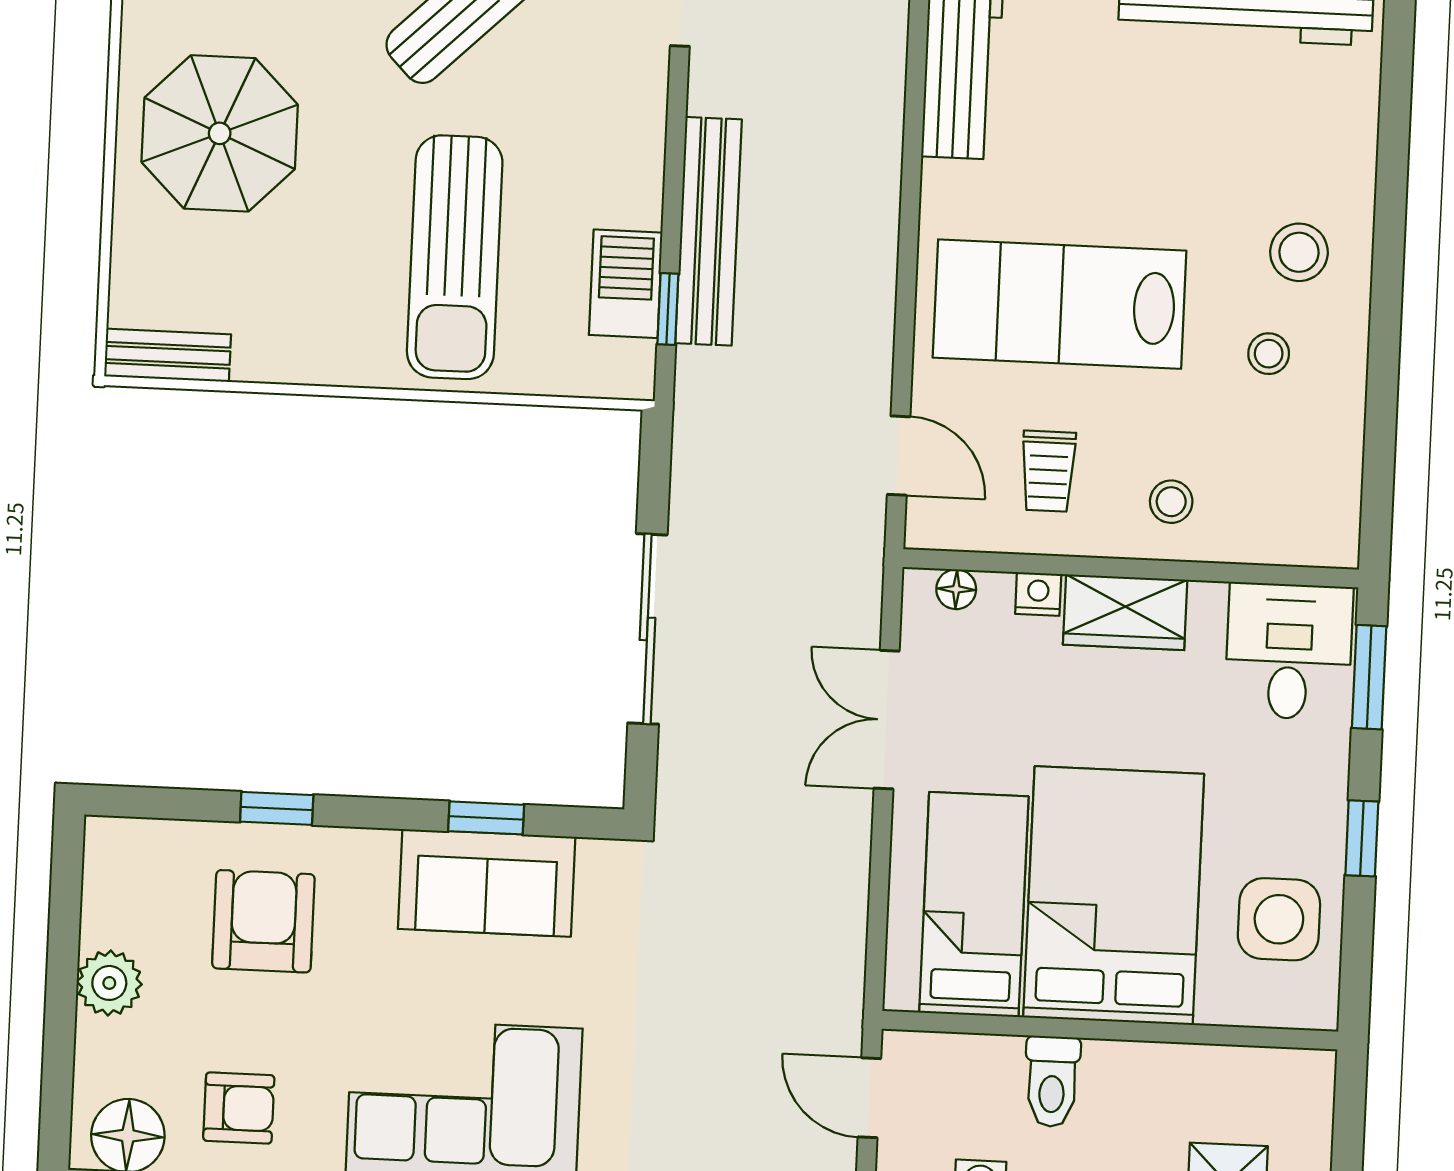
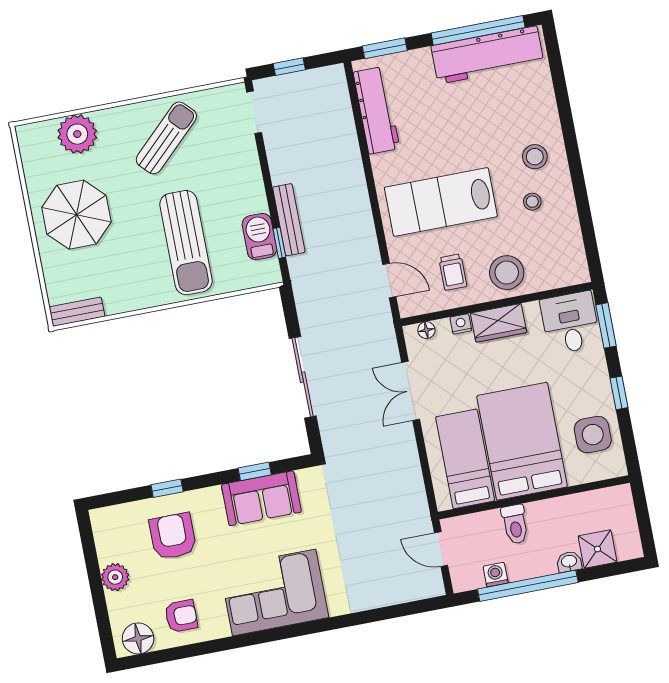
bench: (709, 231) -> (289, 220), width x0.73, depth x0.82
stool: (1171, 502) -> (507, 273), width x1.89, depth x1.89

